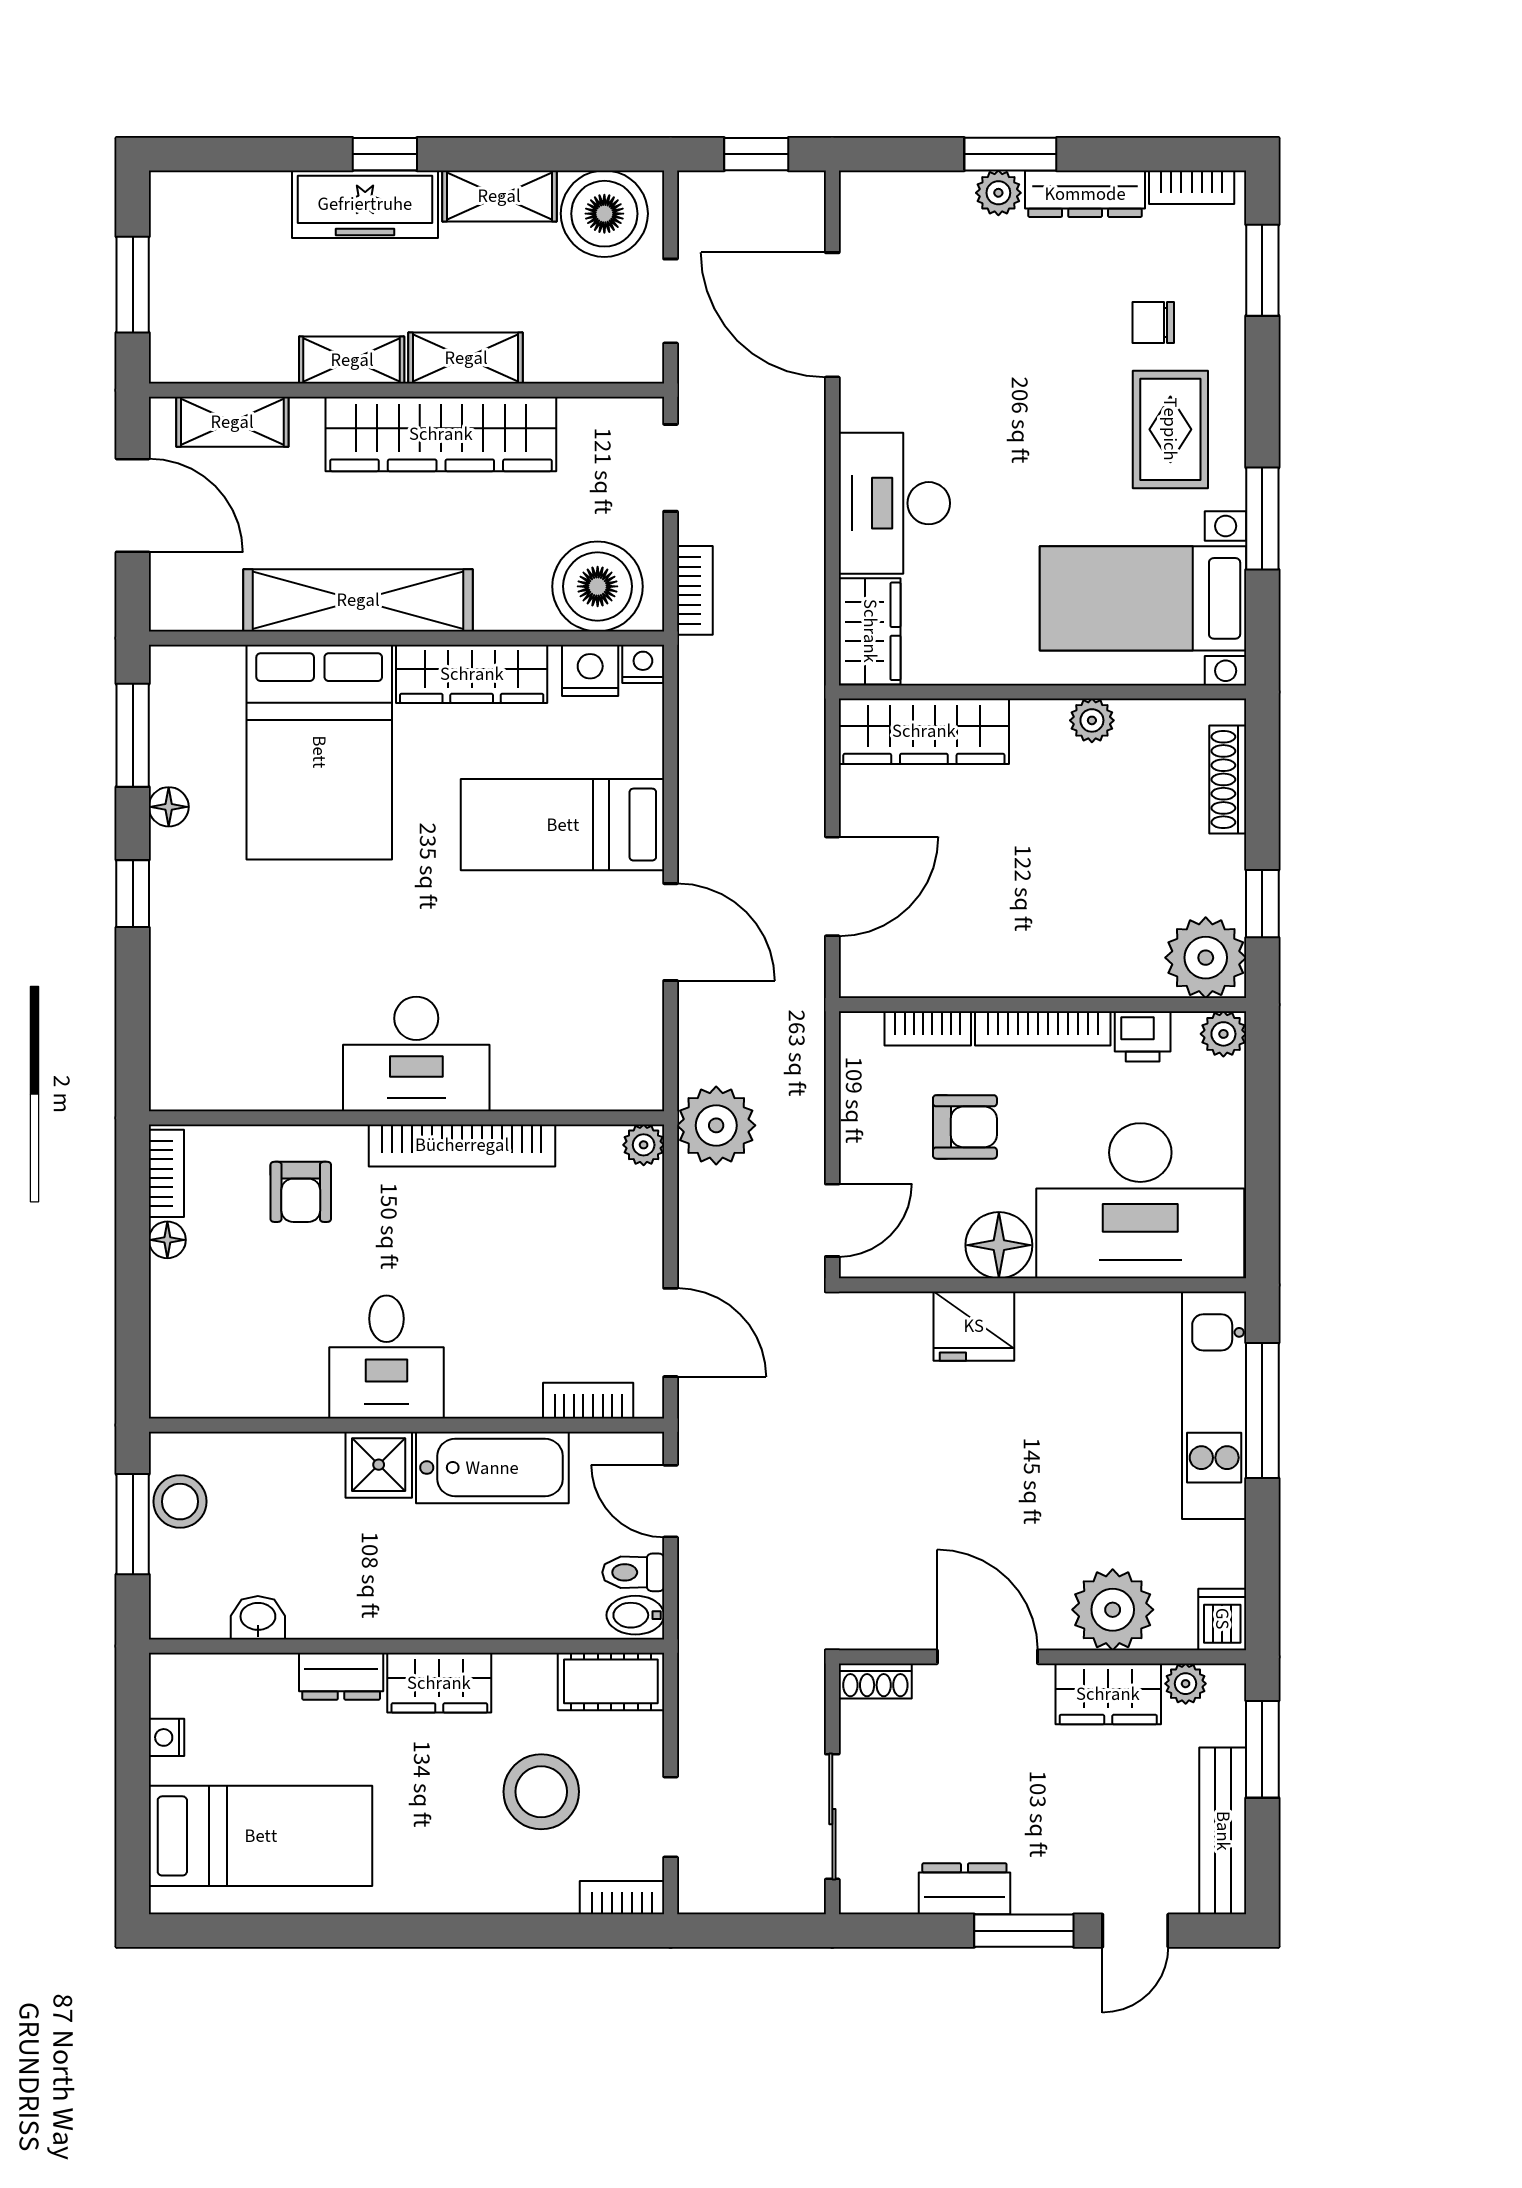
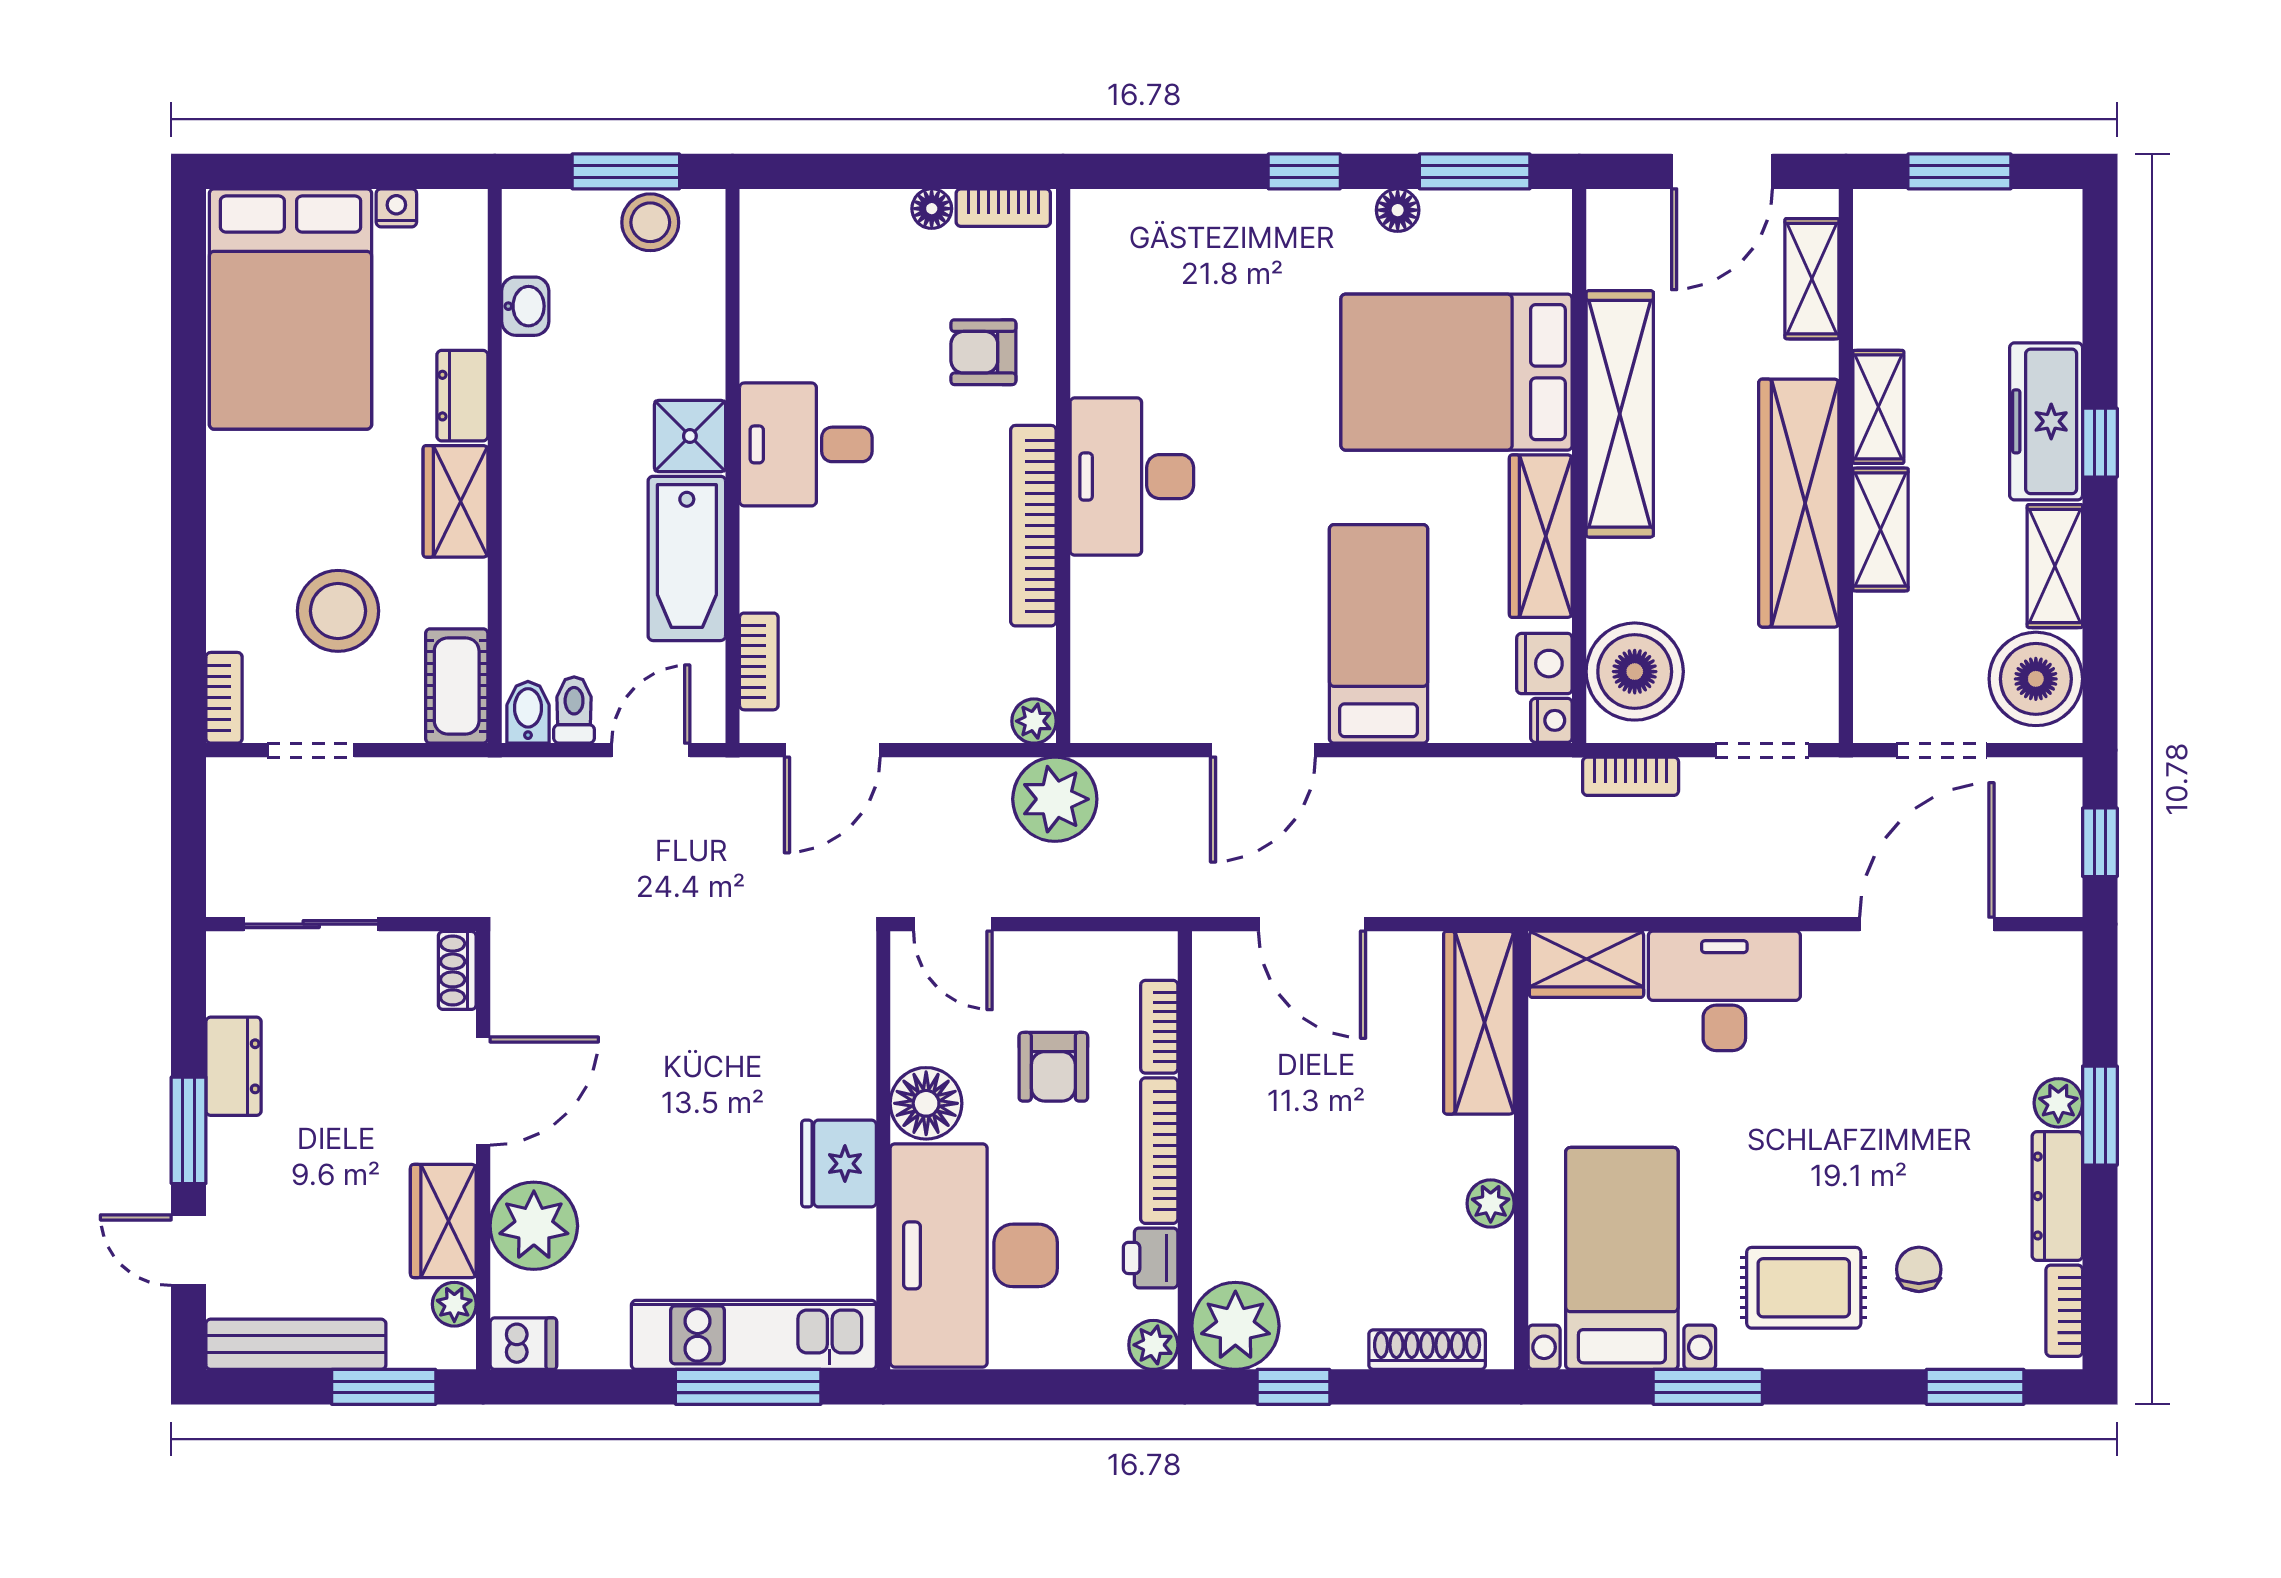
fridge: (974, 1326) -> (839, 1164), moved
bed: (261, 1836) -> (290, 309), width x1.50

